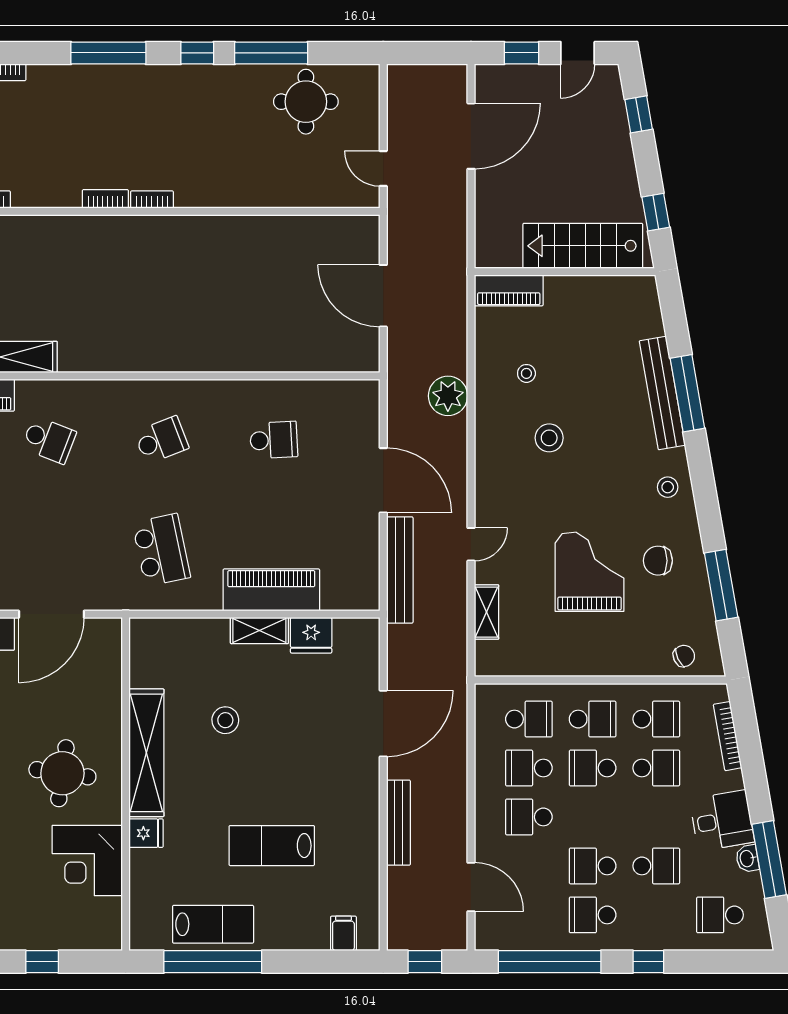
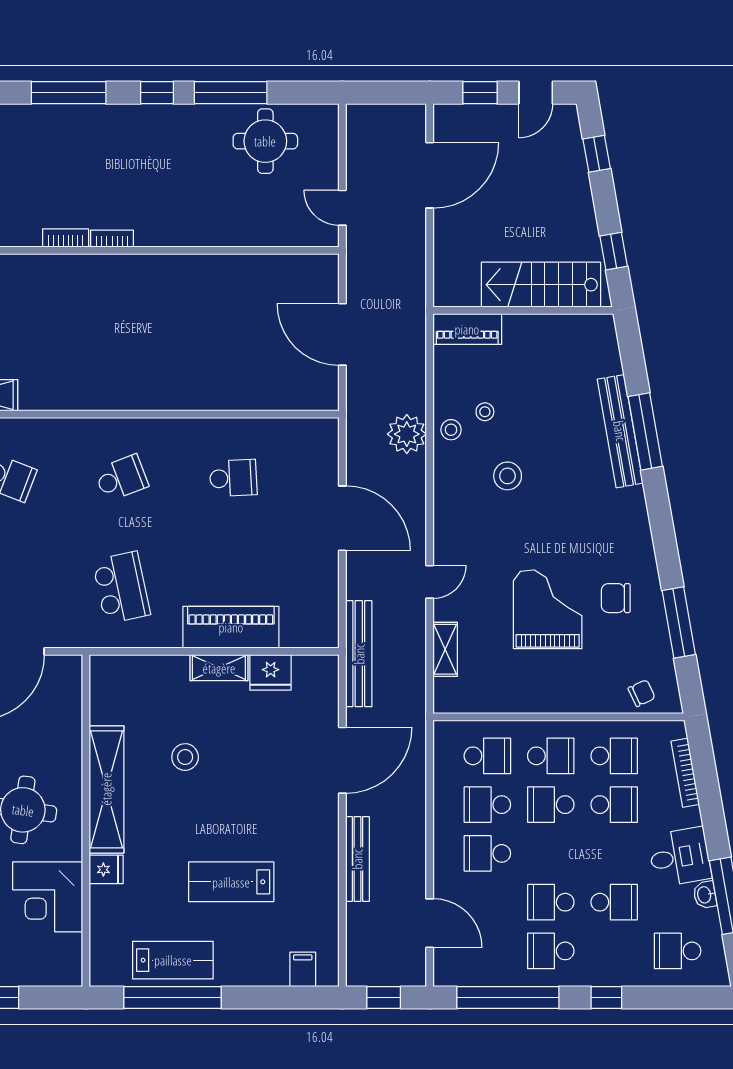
stool: (668, 487) -> (451, 430), moved
bench: (400, 570) -> (359, 654), moved

